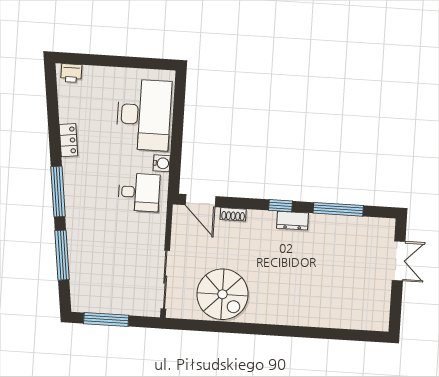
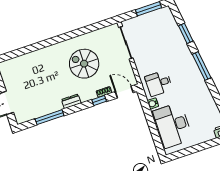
locker: (68, 140) -> (207, 96), removed
window: (281, 206) -> (99, 100), moved
window: (62, 255) -> (186, 33), width x0.69
spiral stairs: (222, 294) -> (84, 64), moved

